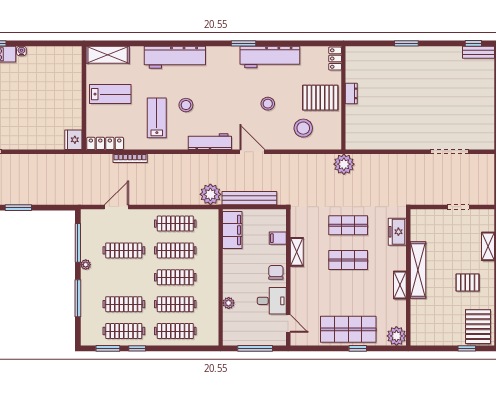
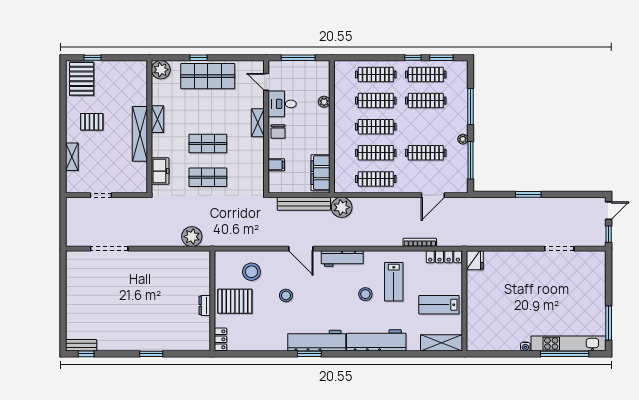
workbench: (270, 57) -> (317, 341), moved
plant: (344, 164) -> (192, 237), moved
shelving: (297, 252) -> (258, 123), moved

